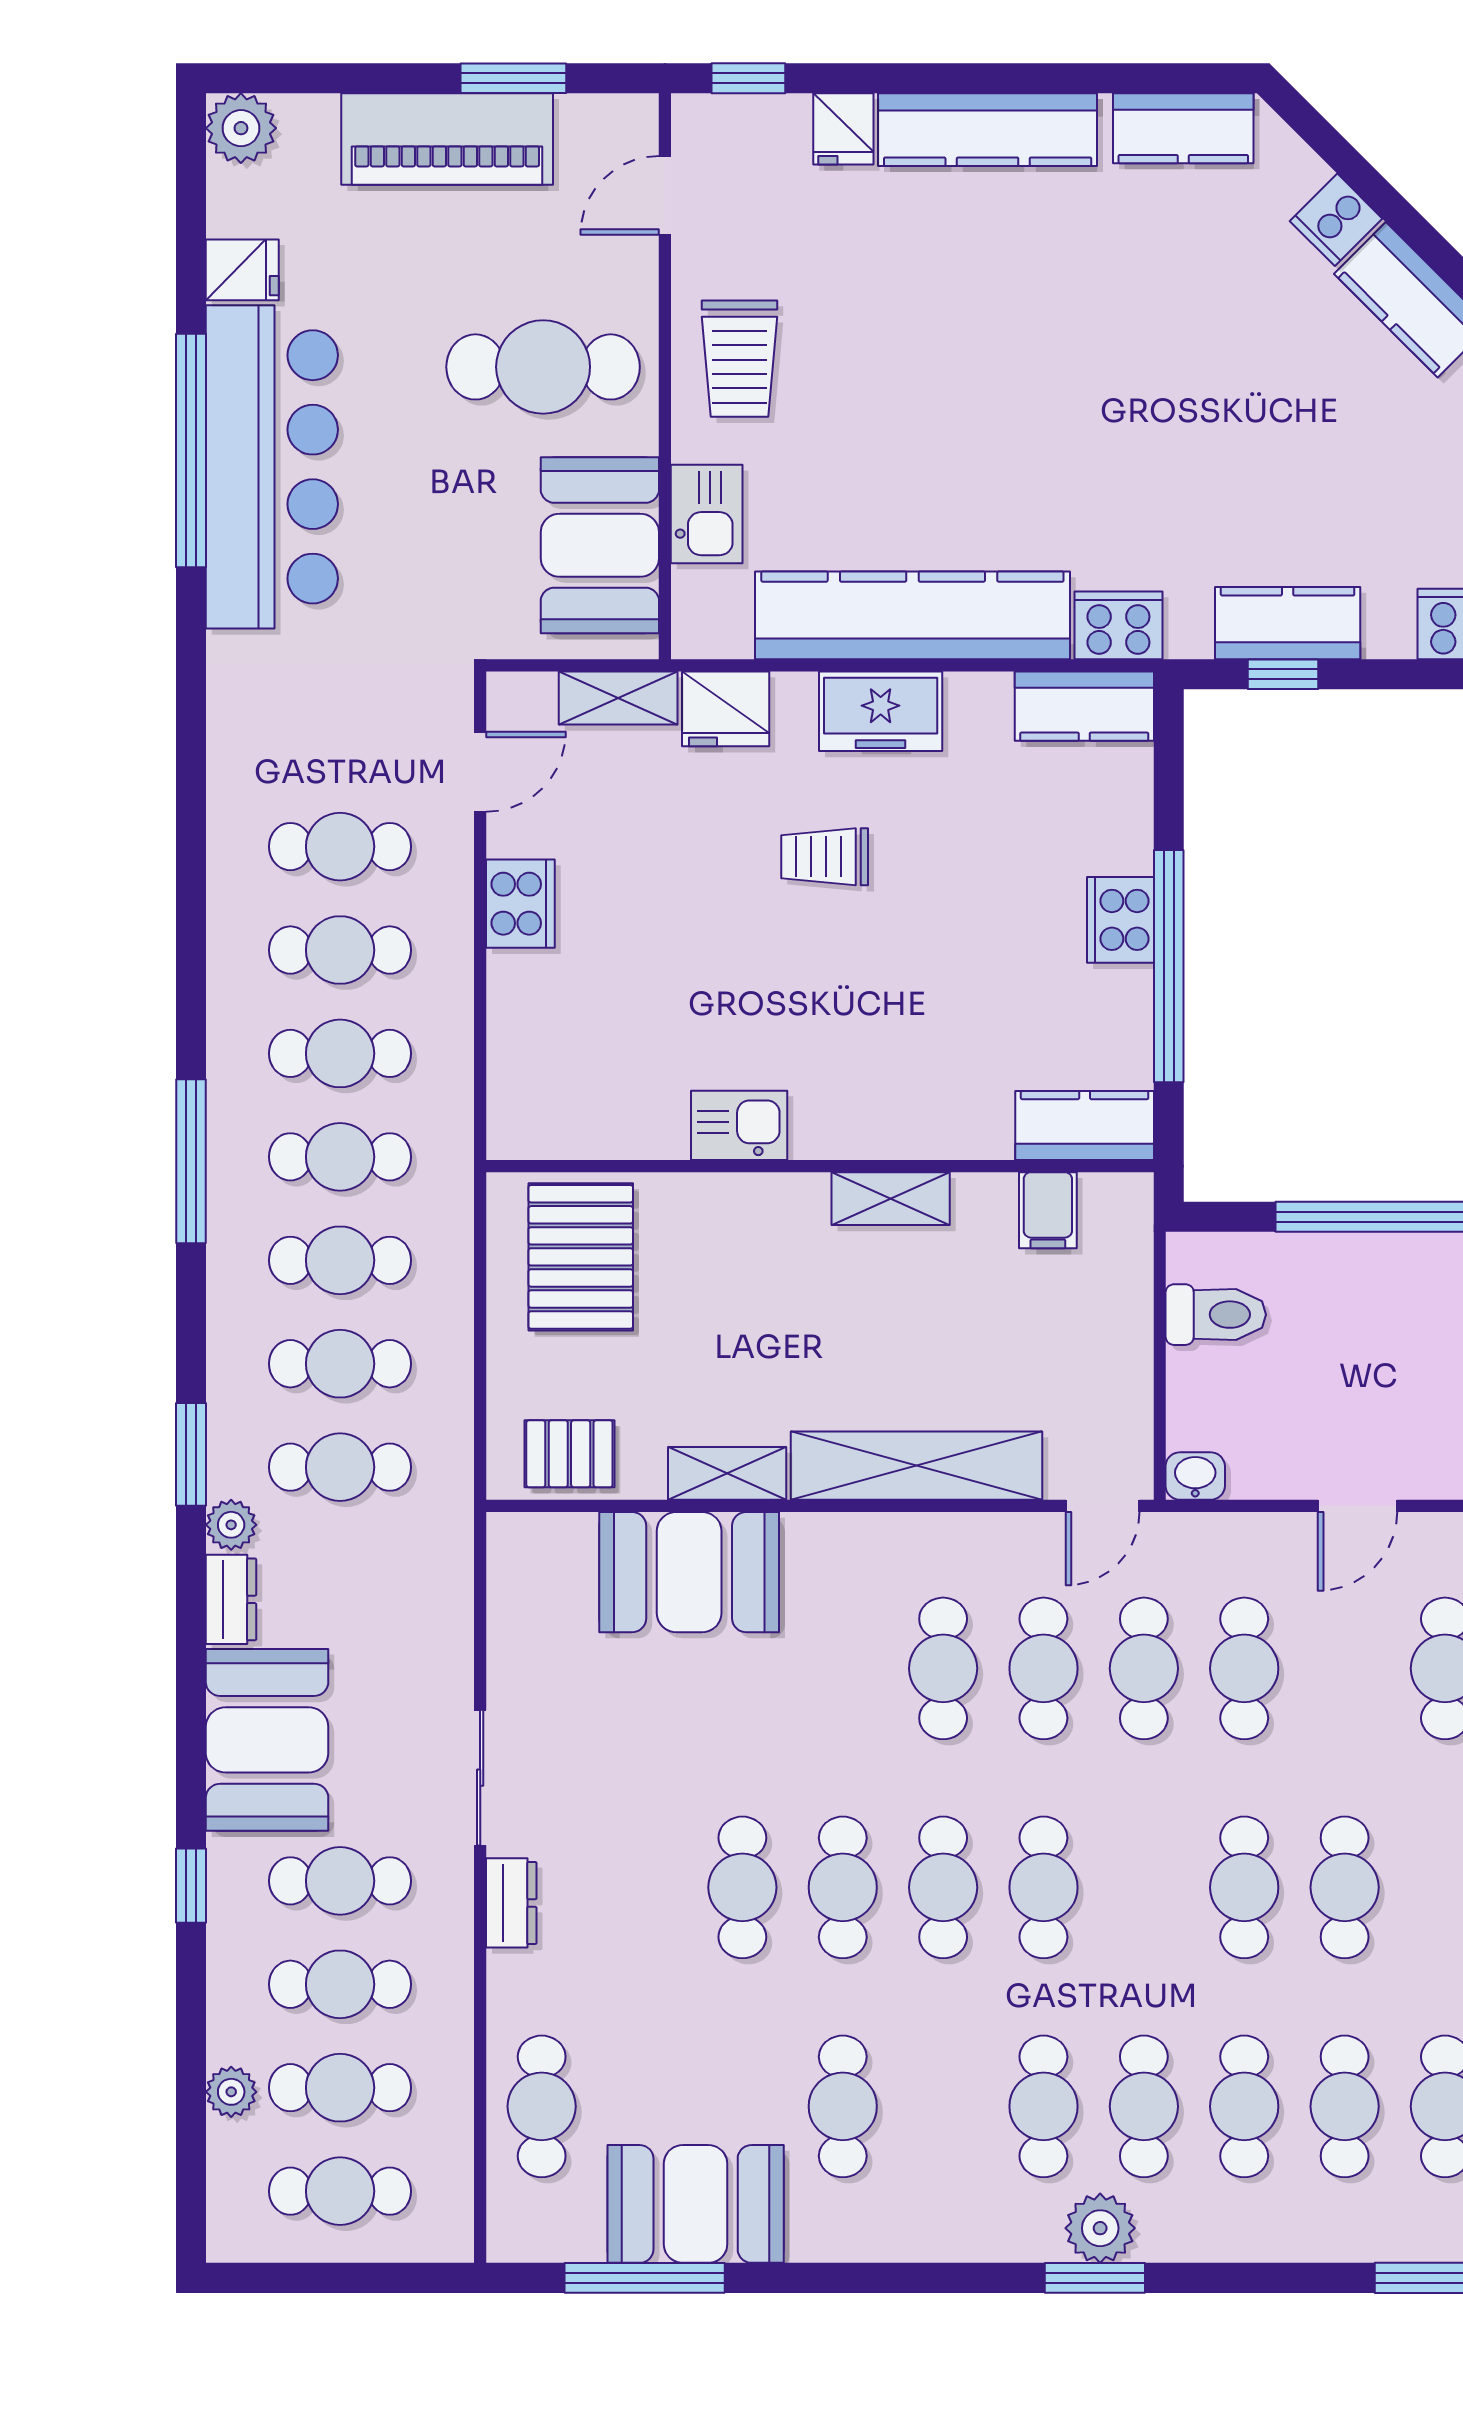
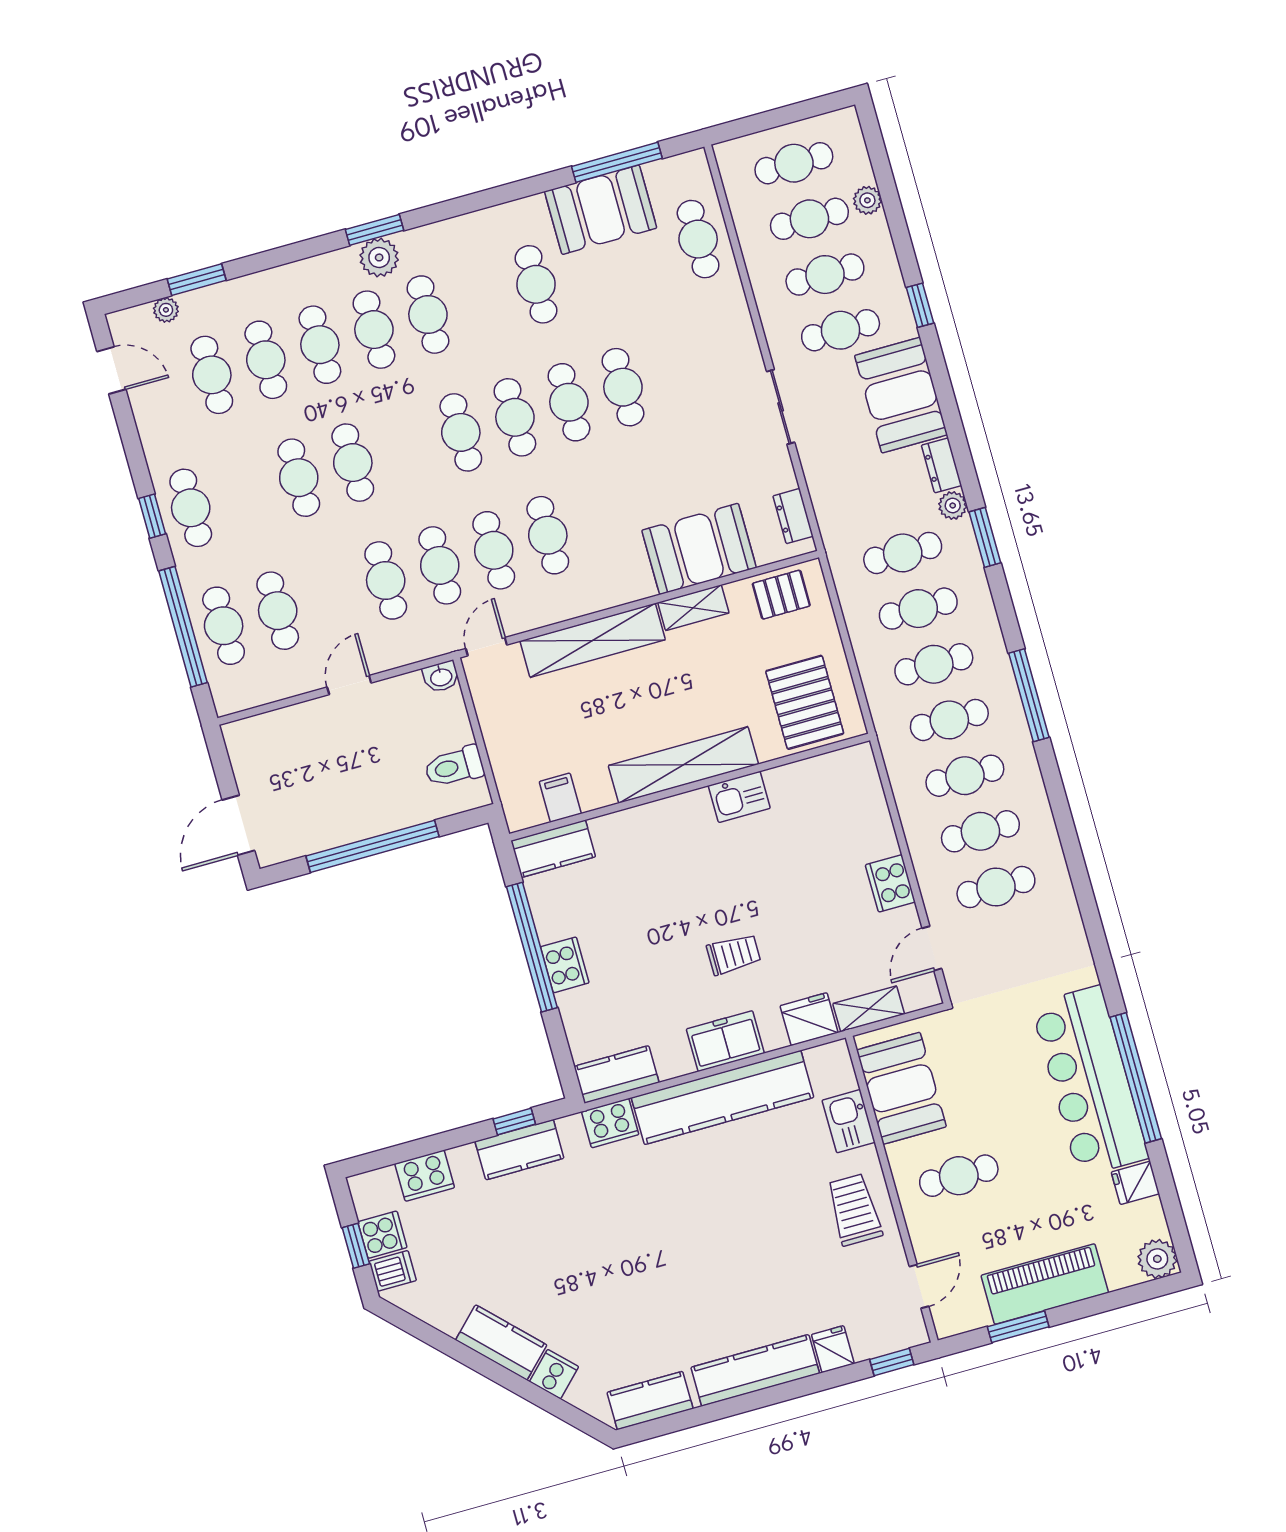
cafe table: (543, 367) -> (959, 1176), width x0.73, depth x0.74
shelving: (891, 1199) -> (683, 765), width x2.20, depth x1.33
dresser: (511, 1903) -> (793, 516), moved

